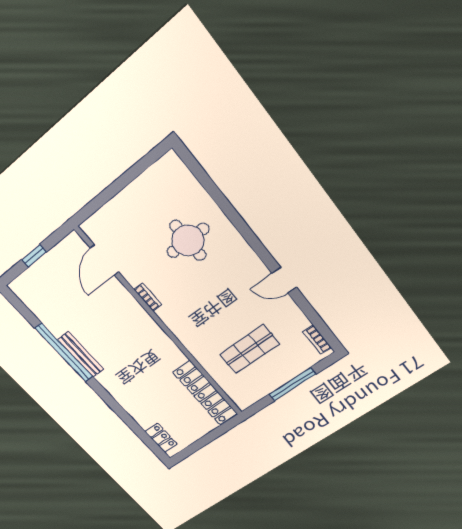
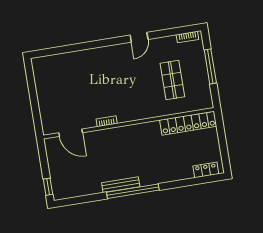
round table: (188, 240) -> (86, 79), removed
window: (34, 256) -> (48, 187), moved
window: (64, 353) -> (133, 191), moved

